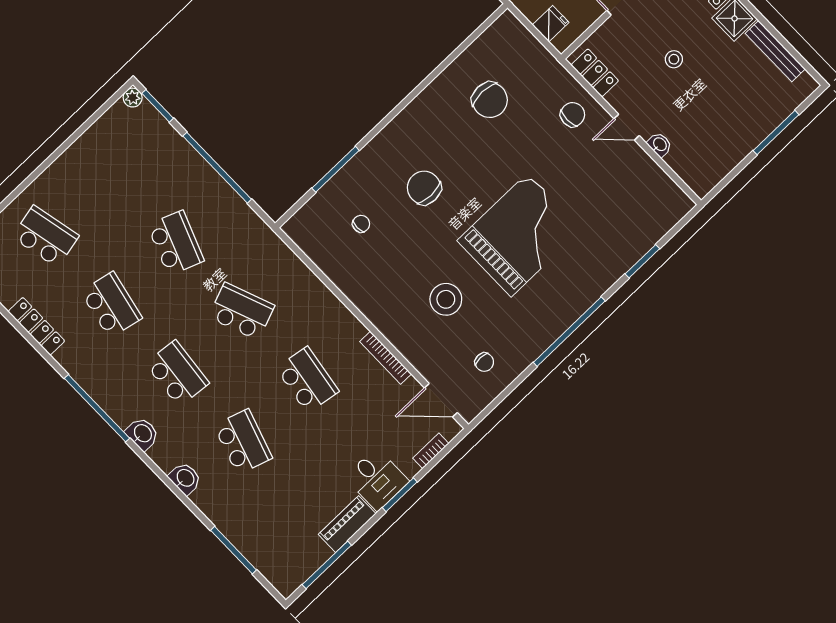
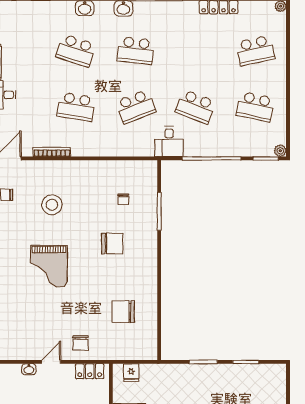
desk: (245, 235) -> (169, 142), added
grand piano: (519, 235) -> (49, 266), width x0.73, depth x0.68
school desk: (111, 305) -> (255, 107), moved

